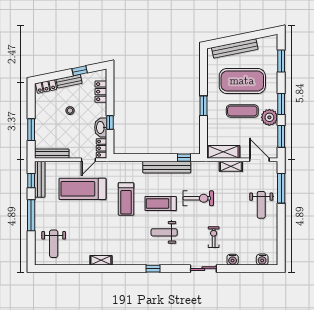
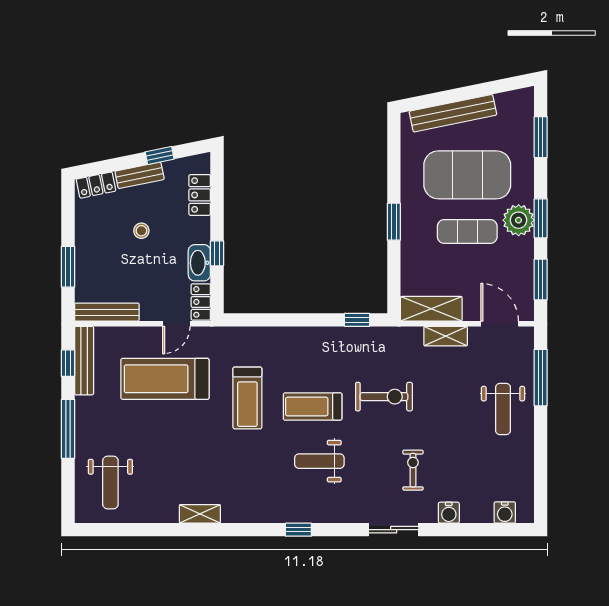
plant: (269, 117) -> (519, 220), moved
bench: (167, 167) -> (324, 338), removed

